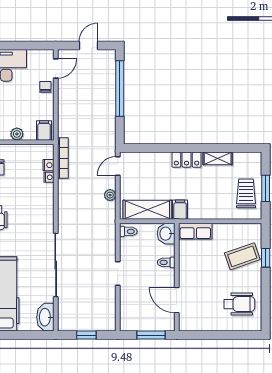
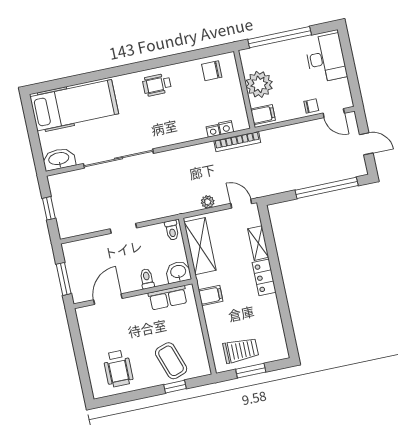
plant: (17, 134) -> (259, 84), width x1.88, depth x1.88
shelving: (218, 158) -> (258, 243), moved
filing cabinet: (180, 210) -> (211, 296), moved
row of seats: (195, 231) -> (168, 298), moved, turned -90

